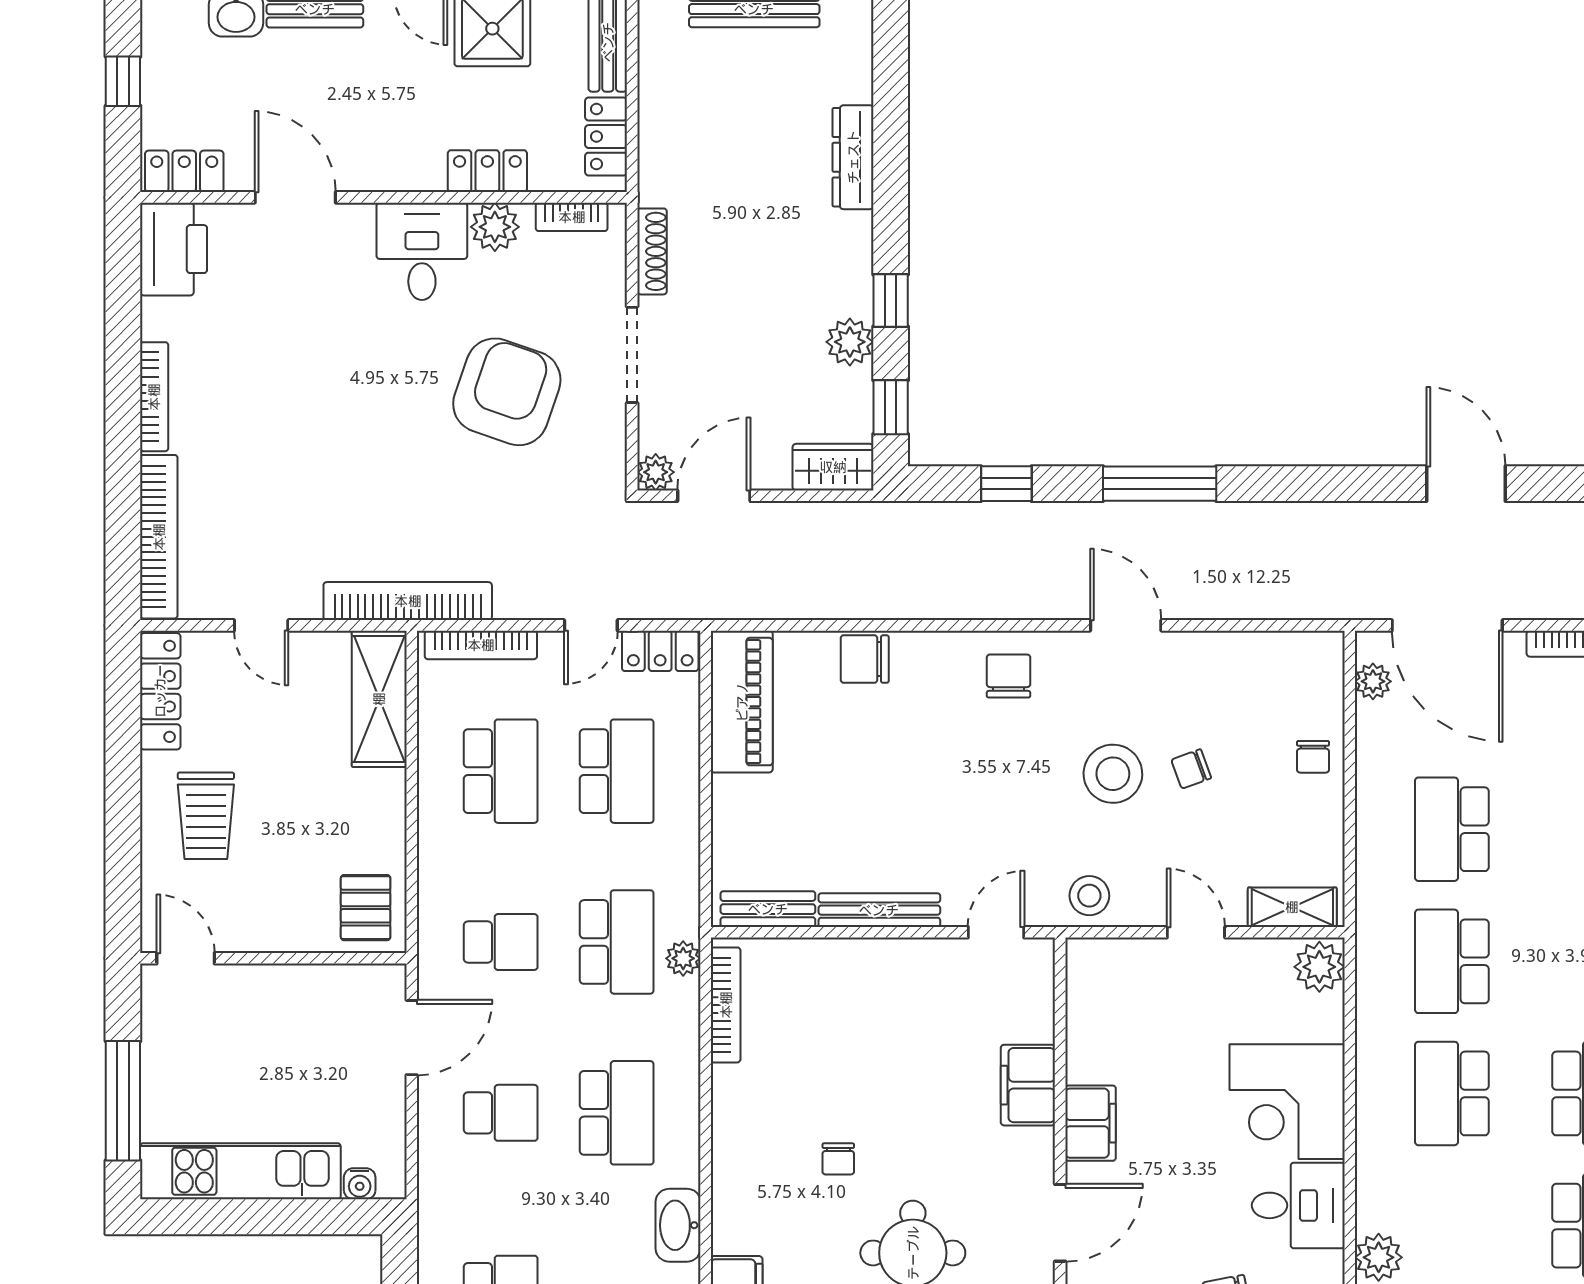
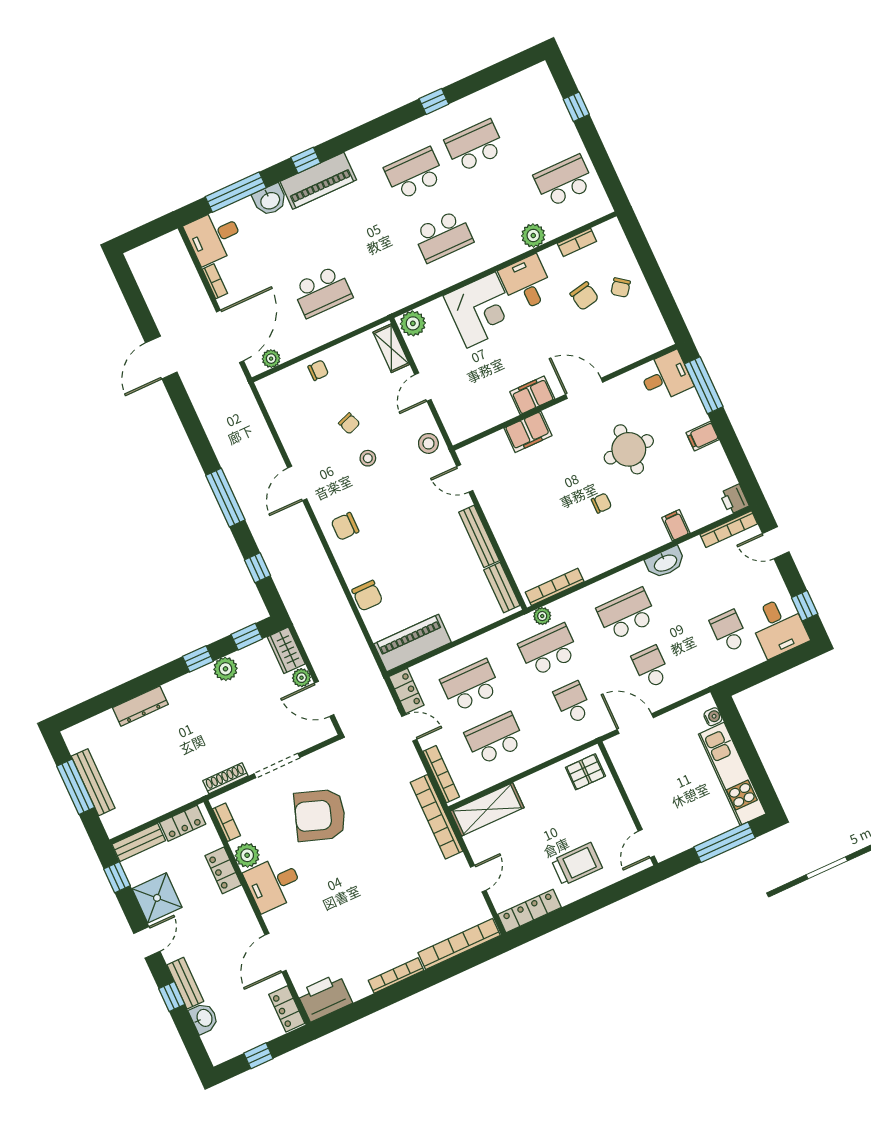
plant: (656, 472) -> (302, 678), moved
stool: (1113, 774) -> (368, 458), width x0.53, depth x0.53
school desk: (1452, 961) -> (383, 264), removed

